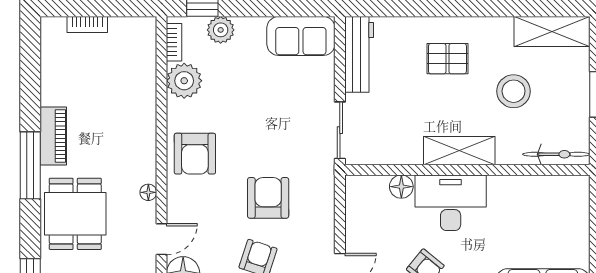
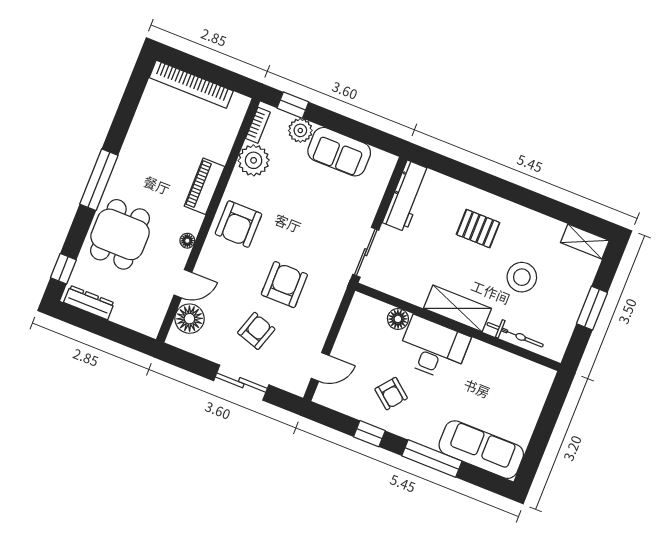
bookcase: (87, 24) -> (191, 84), width x2.31, depth x1.31
shelving: (552, 32) -> (585, 242), width x0.67, depth x0.75
sofa: (301, 36) -> (339, 152), moved
piano: (53, 136) -> (204, 186), moved, turned 180
bicycle: (556, 154) -> (515, 335), moved

